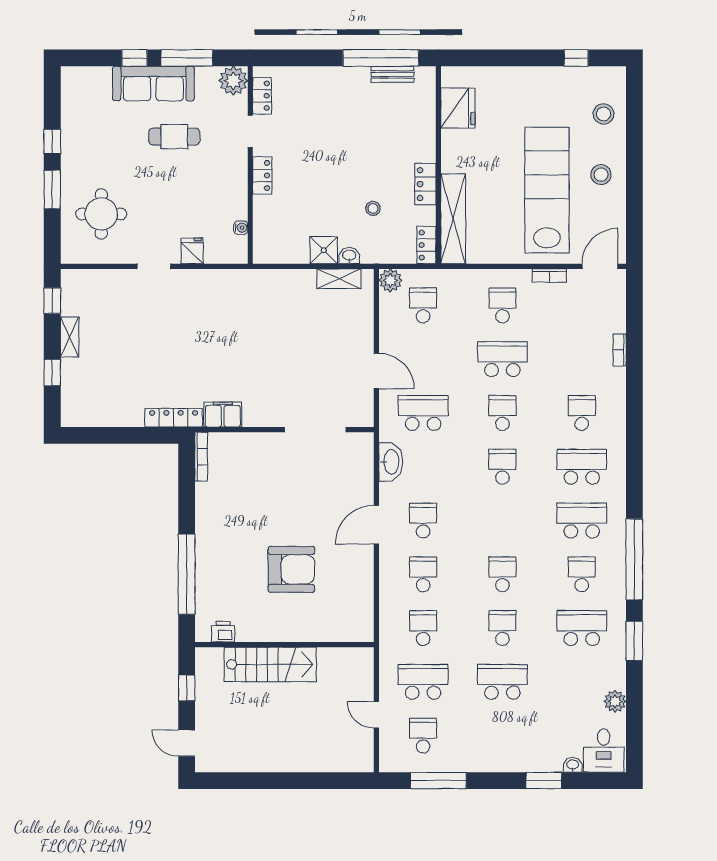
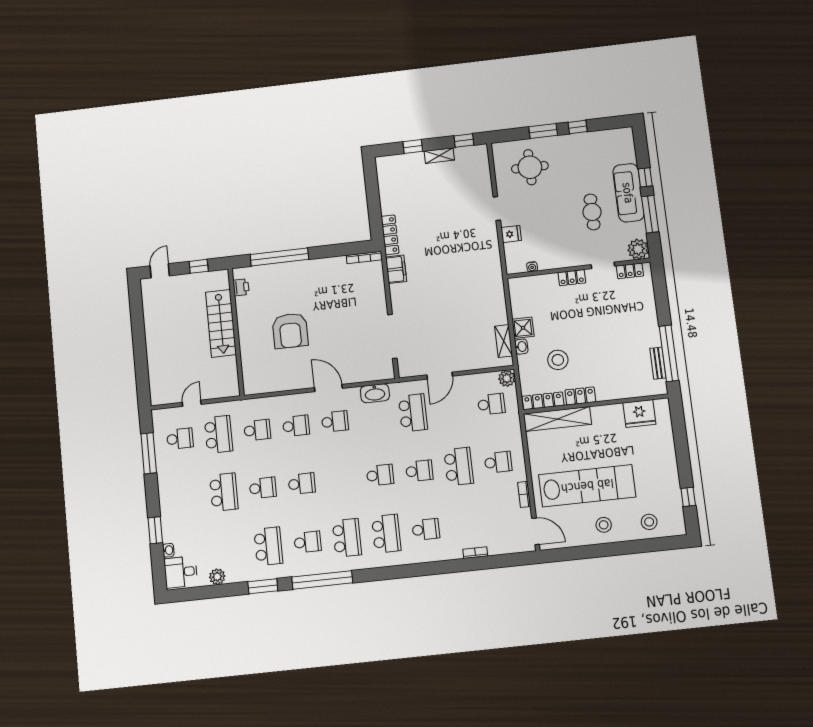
stool: (373, 208) -> (558, 360), width x1.89, depth x1.89
locker: (426, 245) -> (543, 401), width x1.53

